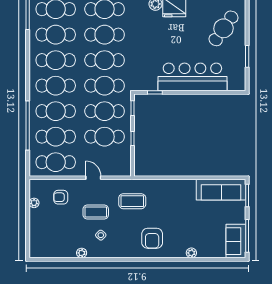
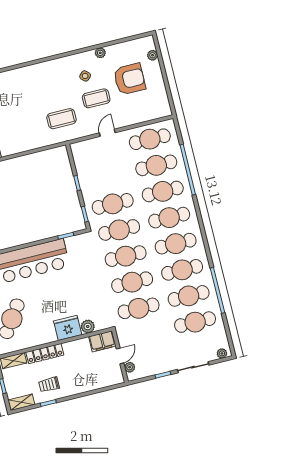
cafe table: (105, 137) -> (106, 178), removed
door: (93, 178) -> (107, 133), swing flipped
armchair: (61, 197) -> (129, 79), moved, width x1.88, depth x1.88
plant: (34, 203) -> (153, 55), moved
armchair: (152, 238) -> (32, 86), removed

